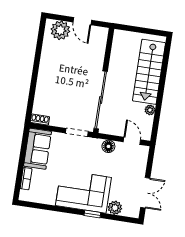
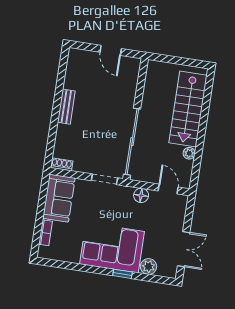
plant: (60, 30) -> (85, 61), removed
bench: (44, 70) -> (66, 107), added

